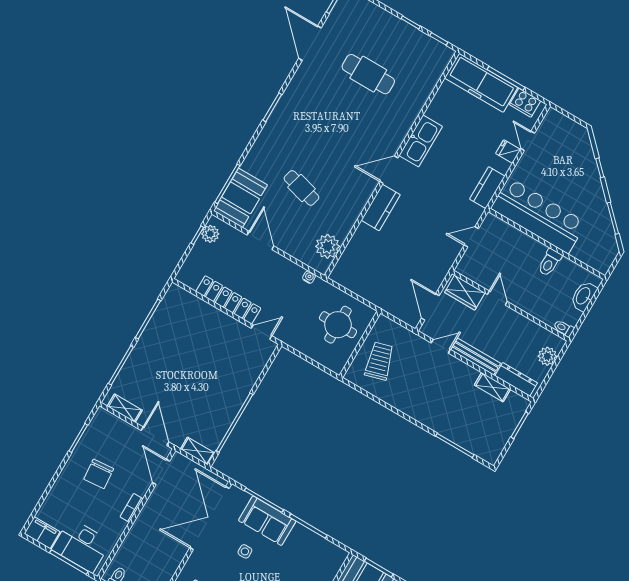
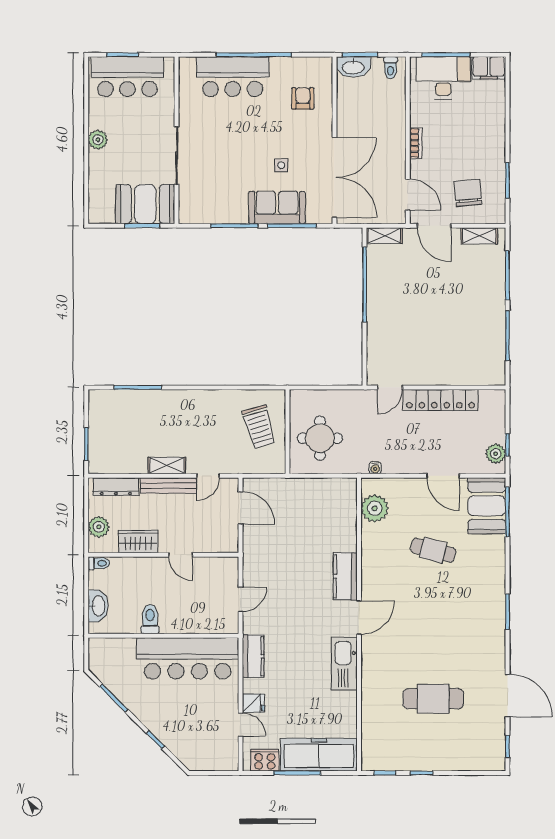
wardrobe: (465, 293) -> (138, 541), moved
shelving: (492, 387) -> (167, 466), moved
chair: (99, 474) -> (468, 193), moved

